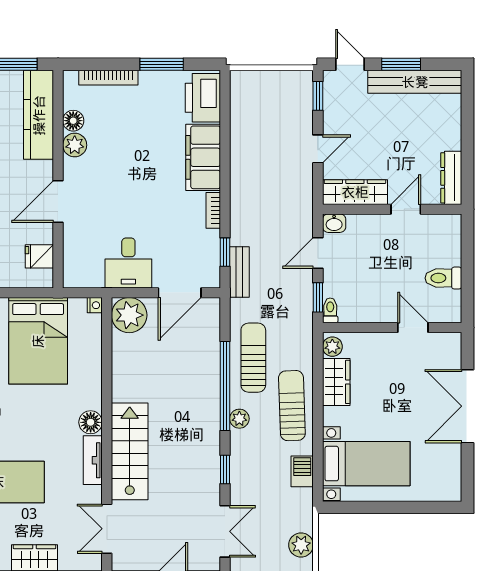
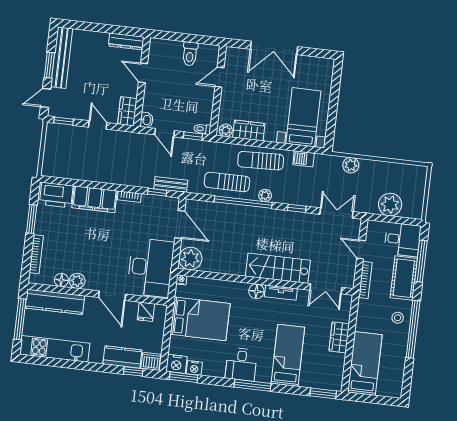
wardrobe: (355, 192) -> (127, 111), width x0.67
desk: (128, 263) -> (150, 268), width x1.87, depth x1.30

